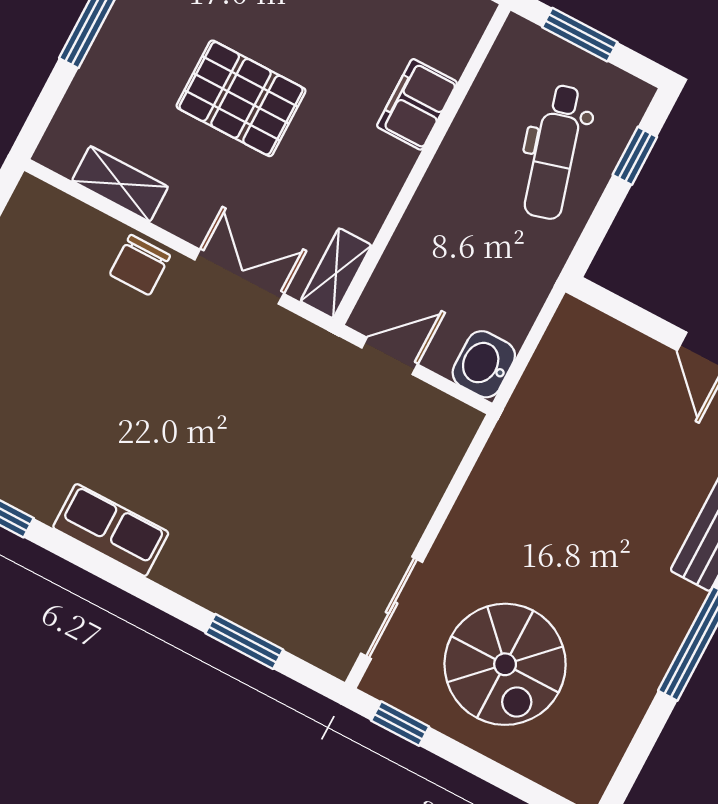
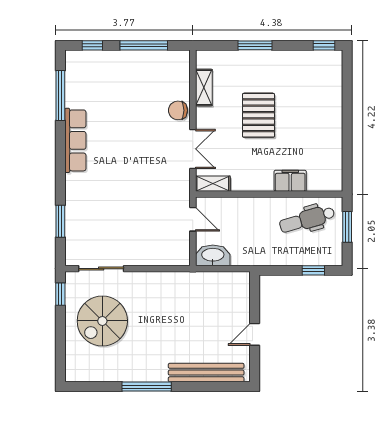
dental chair: (554, 152) -> (307, 219), moved
washbasin: (484, 364) -> (213, 255), width x1.38
row of seats: (111, 530) -> (75, 140), width x1.48

